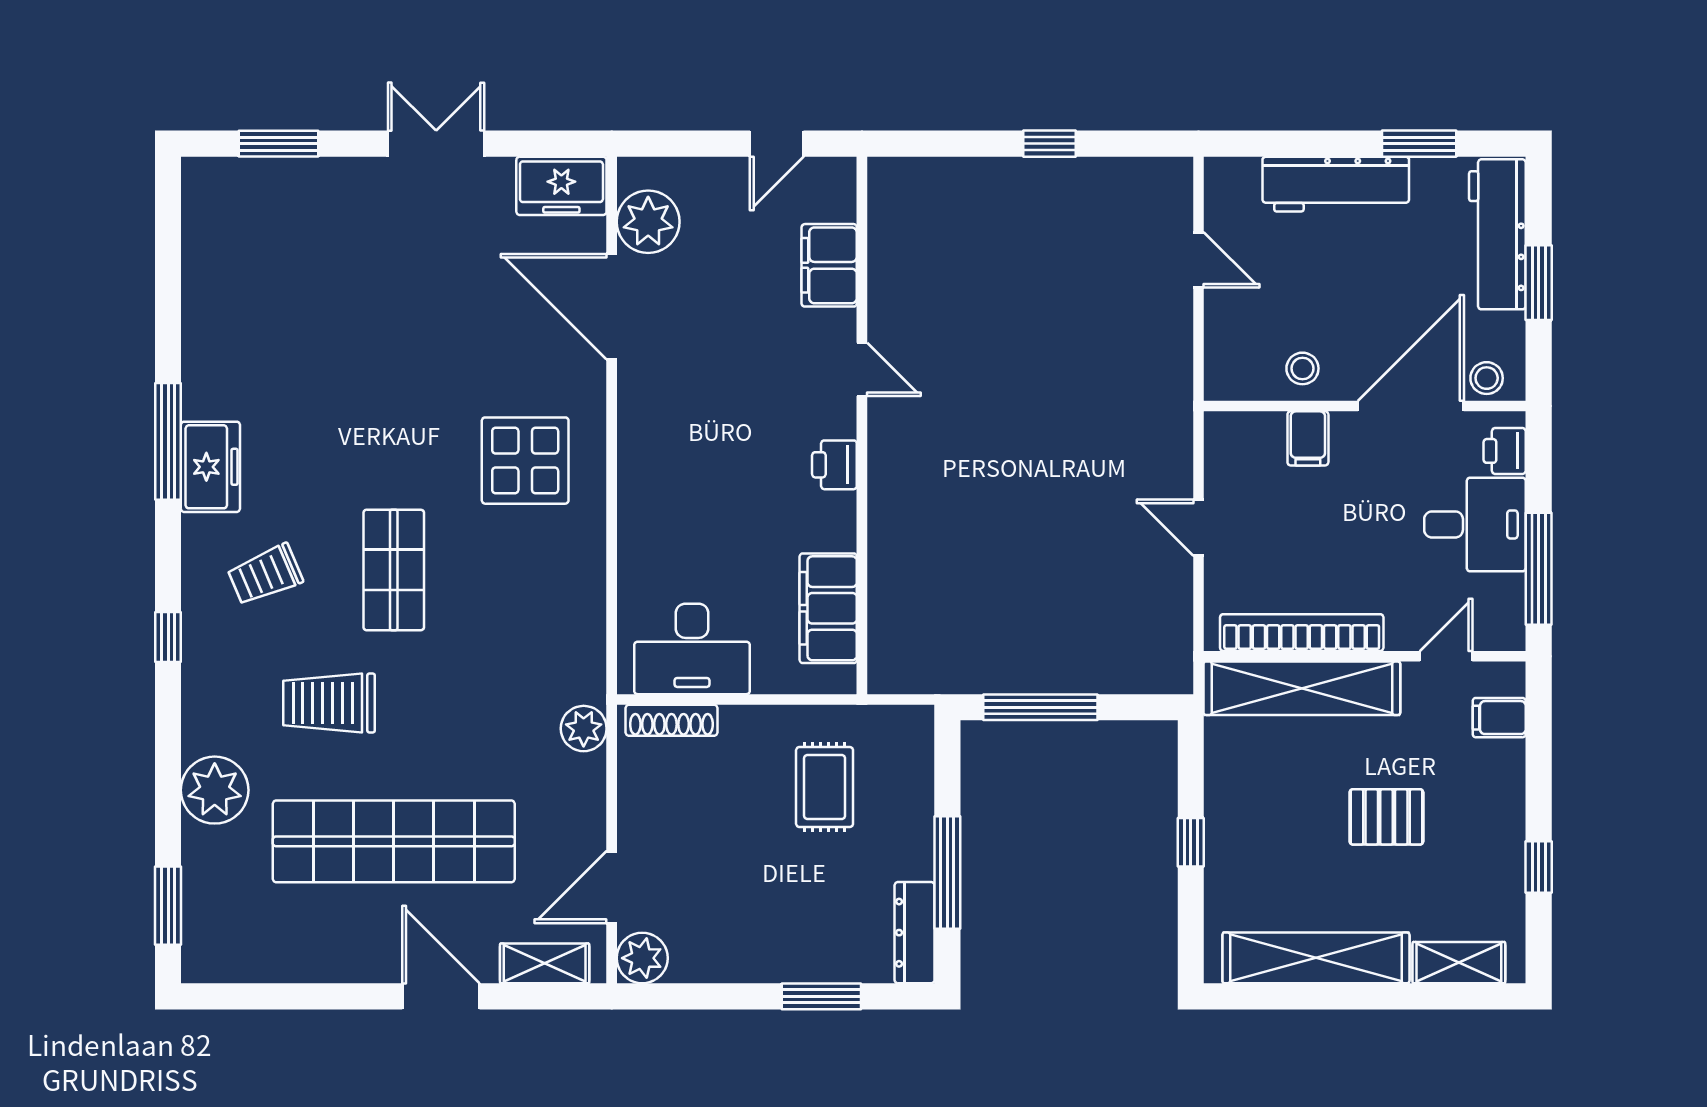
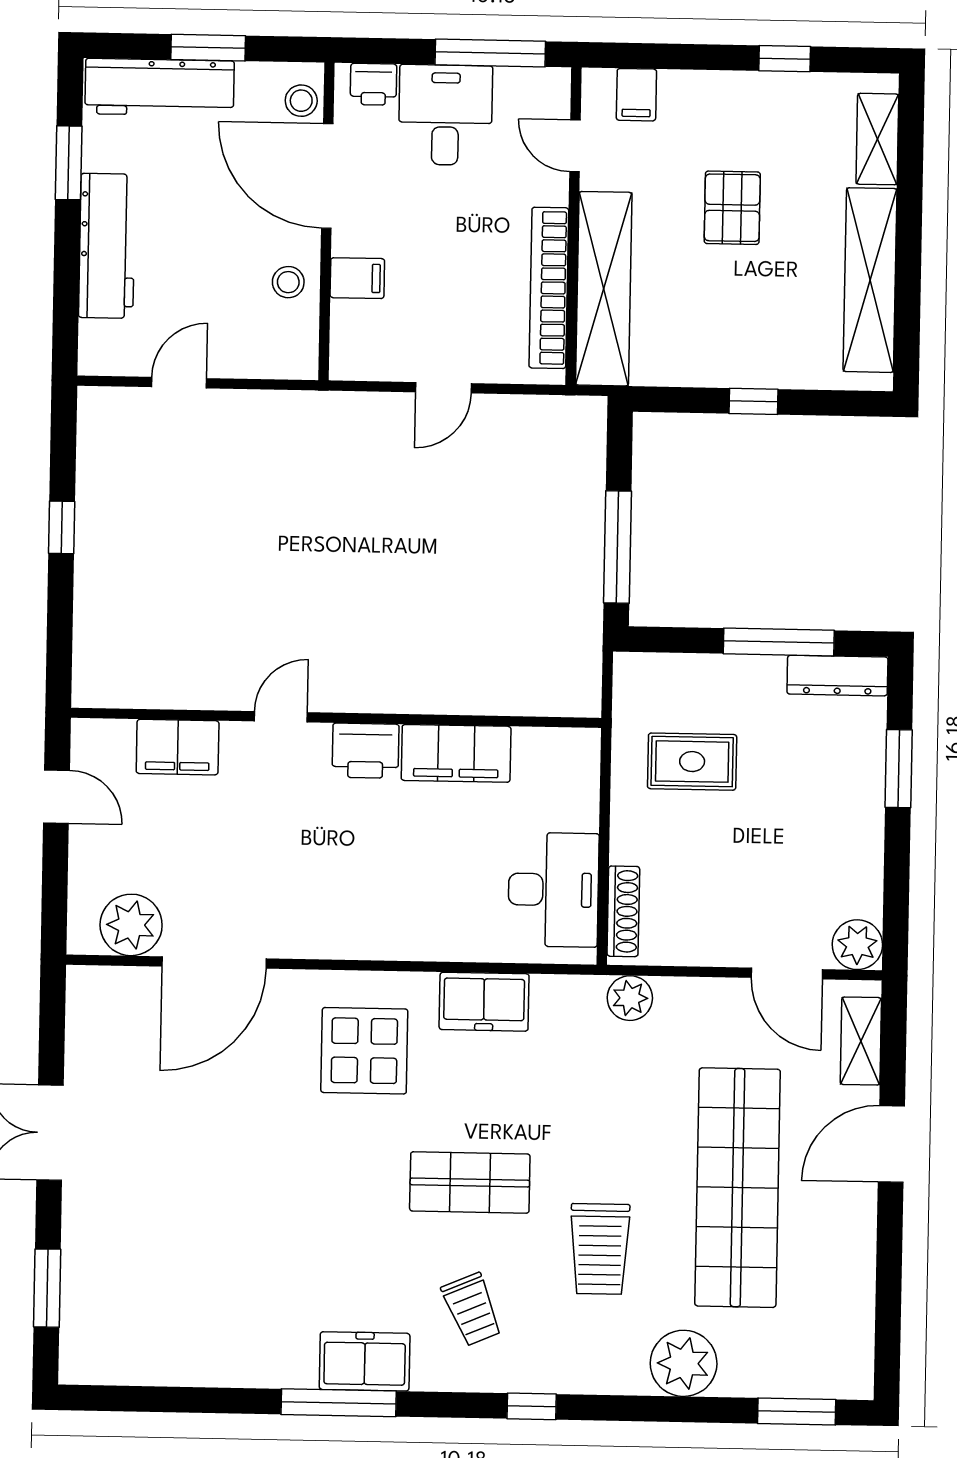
freezer: (561, 186) -> (484, 1002), moved, turned 90
printer: (834, 465) -> (366, 751), width x1.36, depth x1.24
filing cabinet: (828, 608) -> (456, 753), moved

